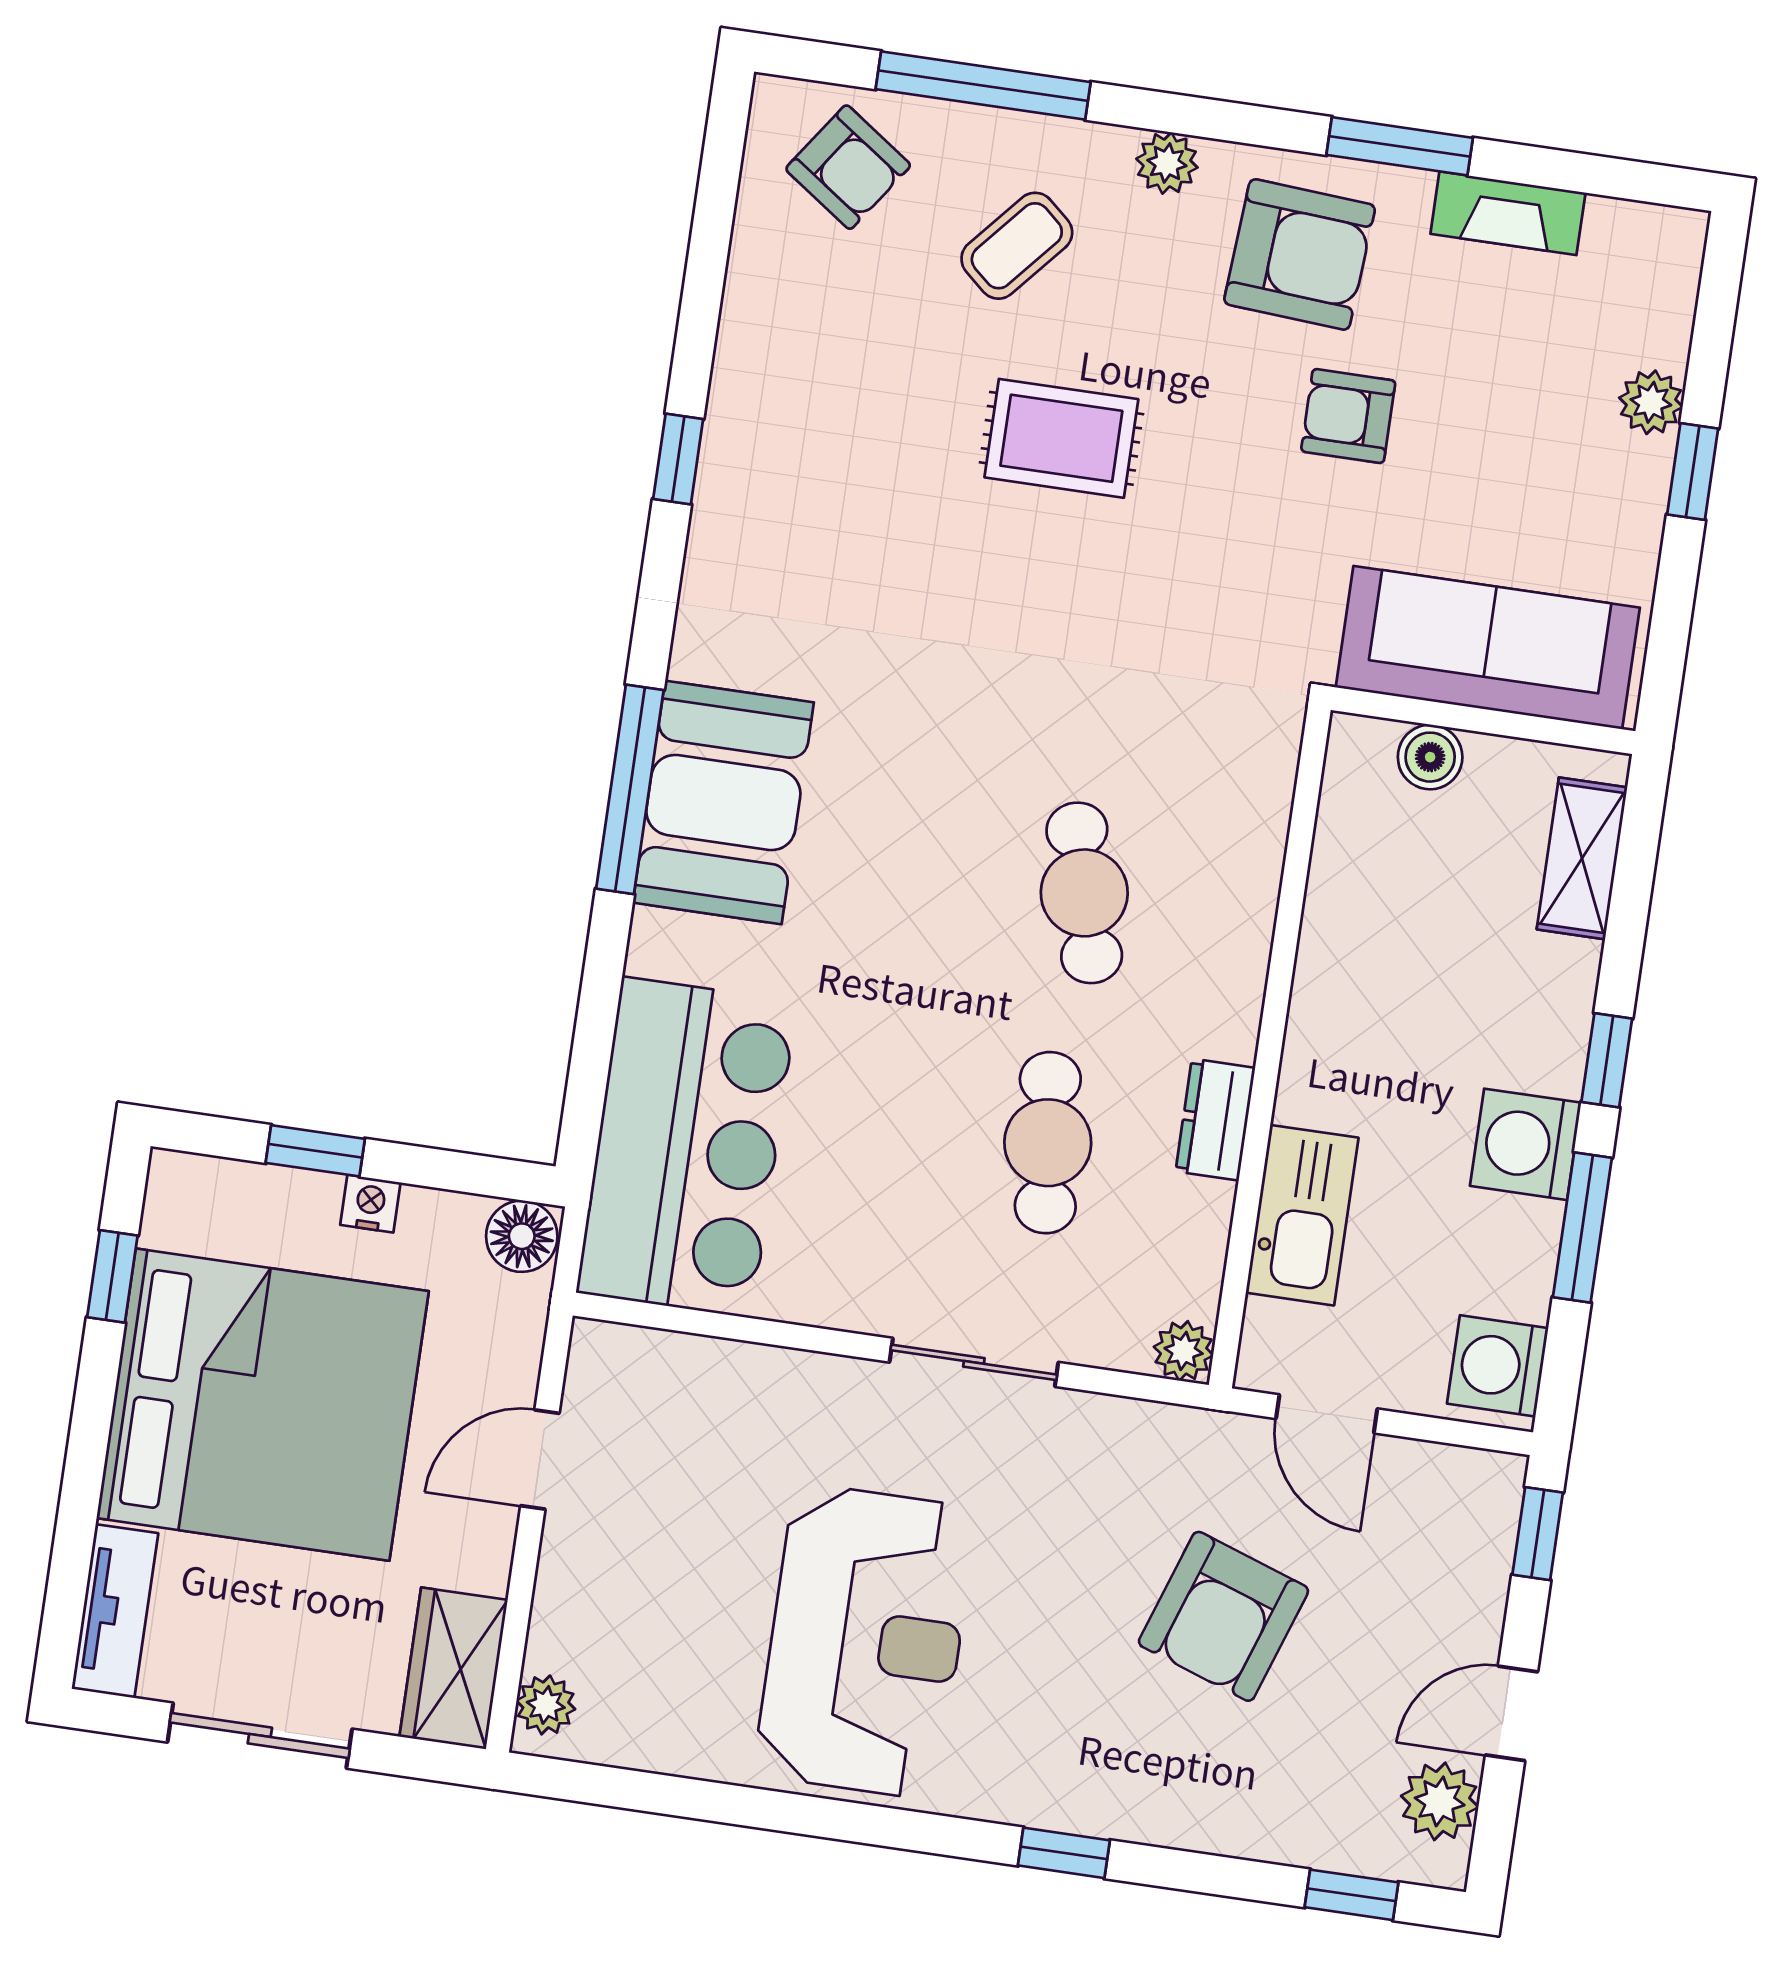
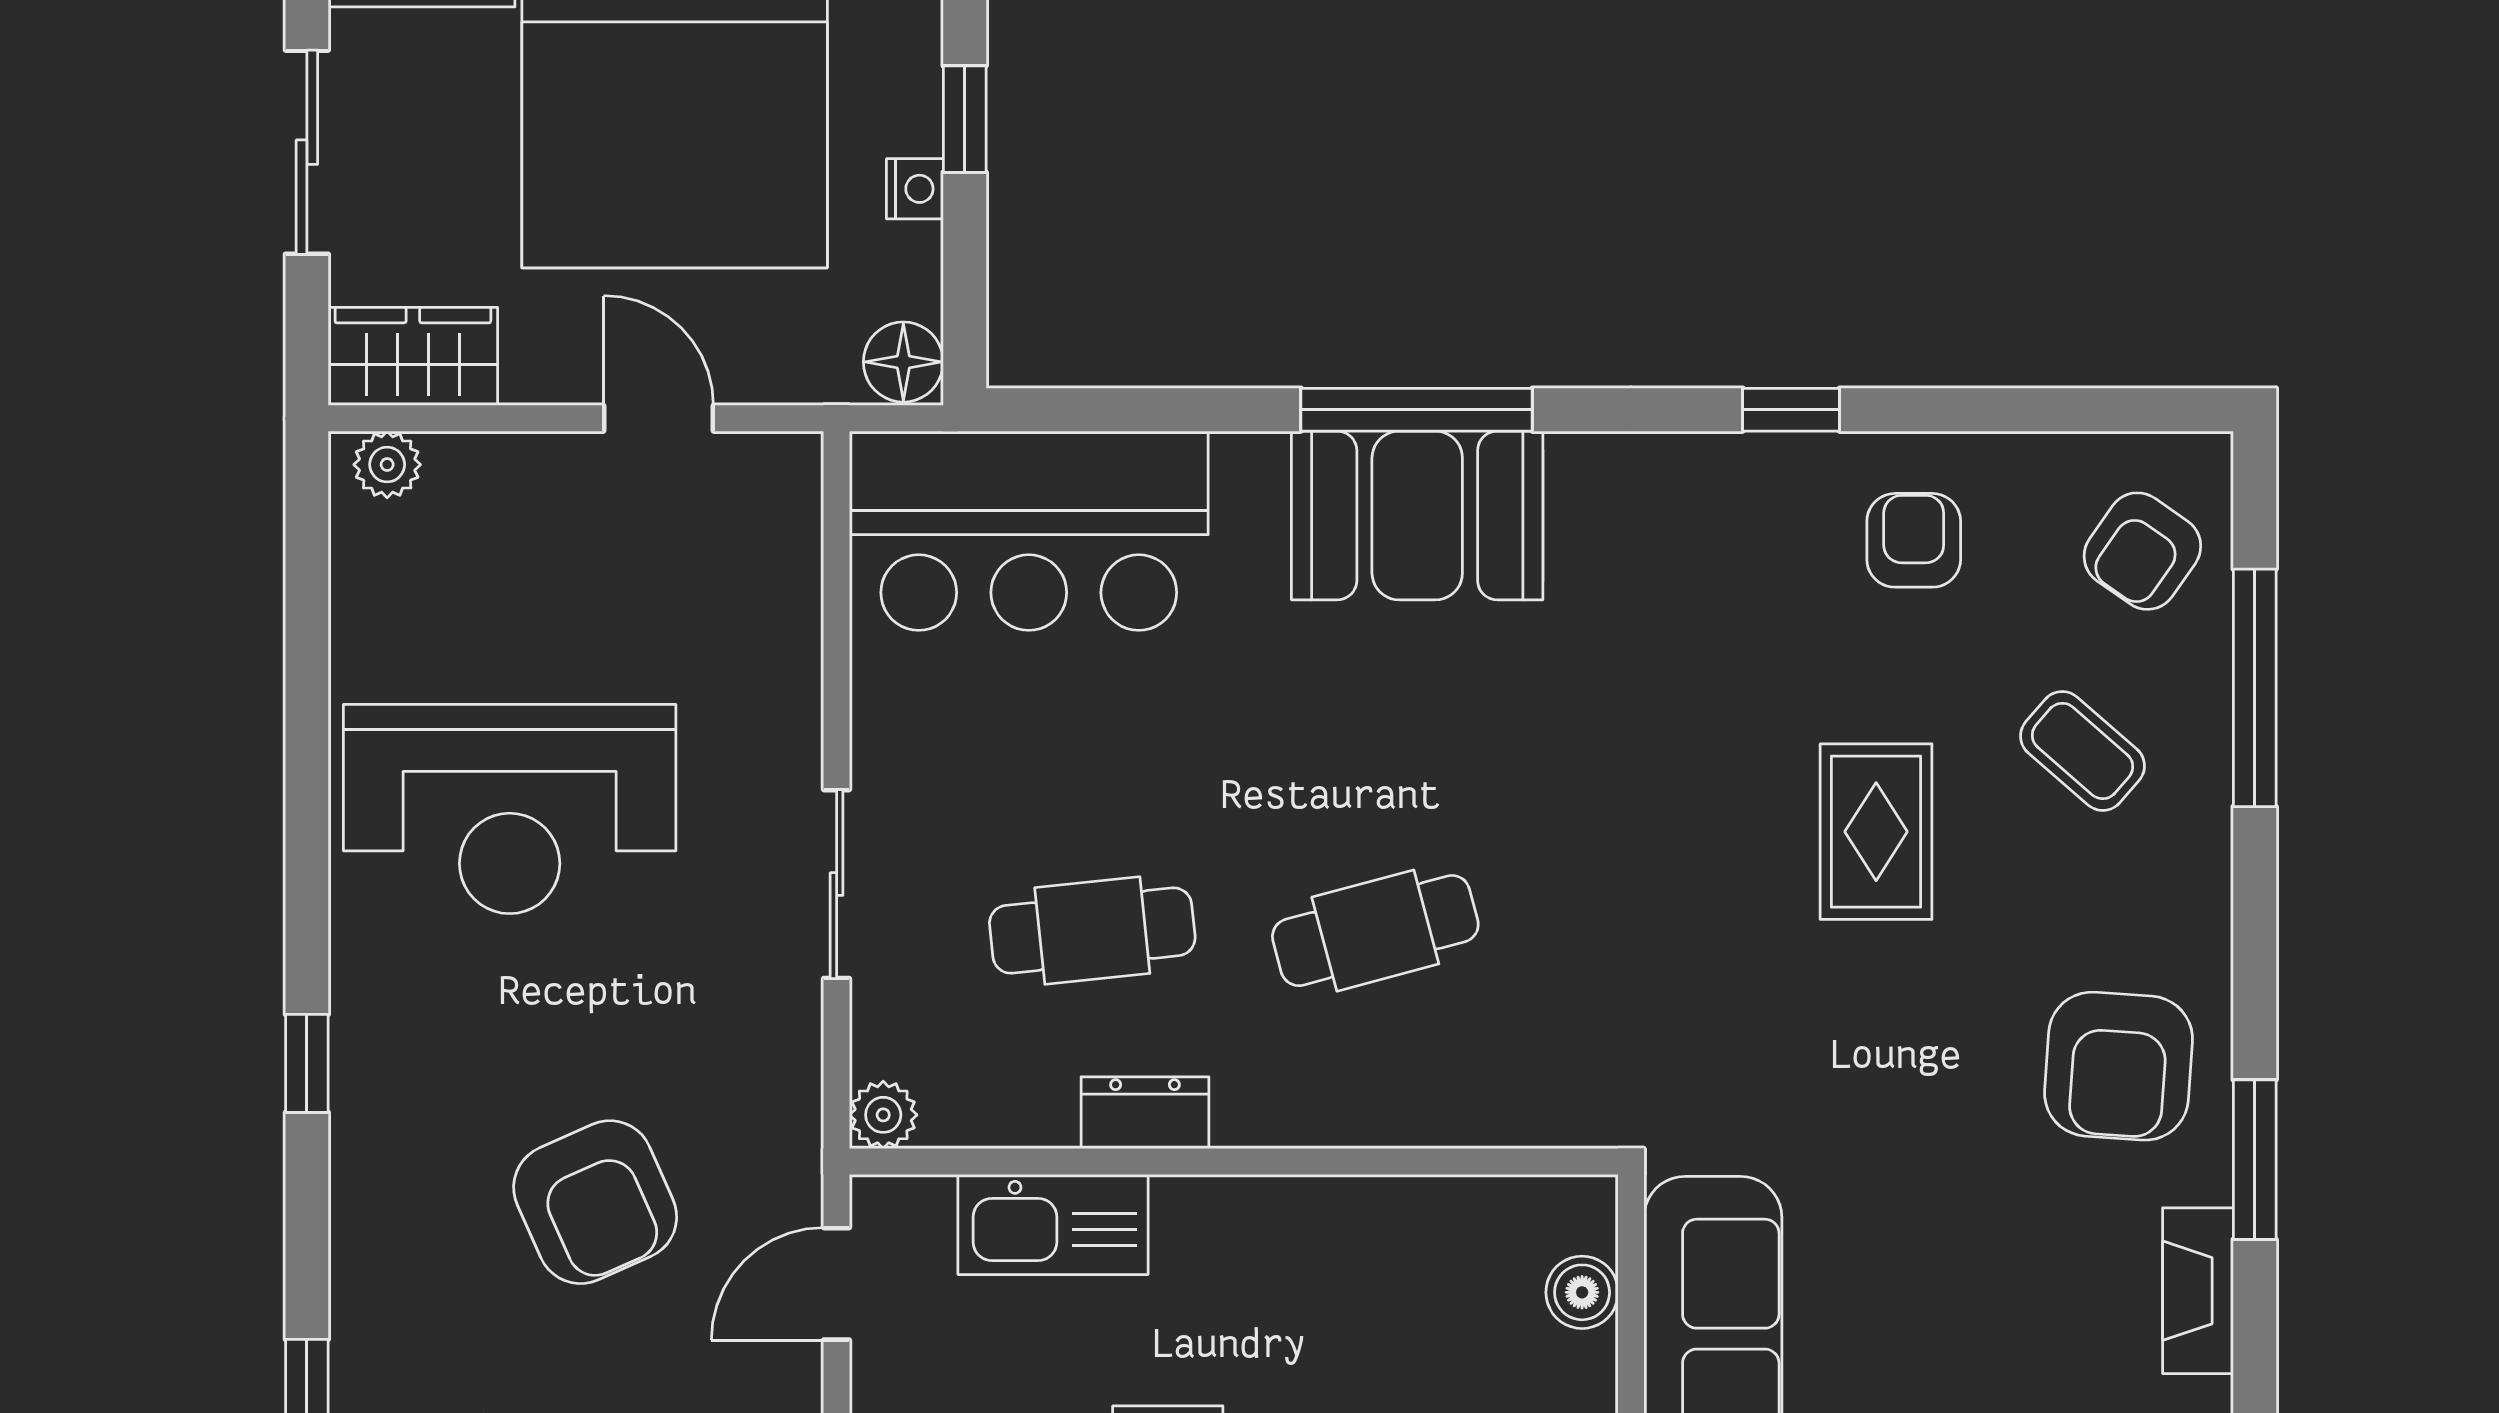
plant: (1167, 163) -> (2199, 904), removed
armchair: (1348, 416) -> (1914, 540), moved
armchair: (1223, 1616) -> (595, 1202), turned -133

